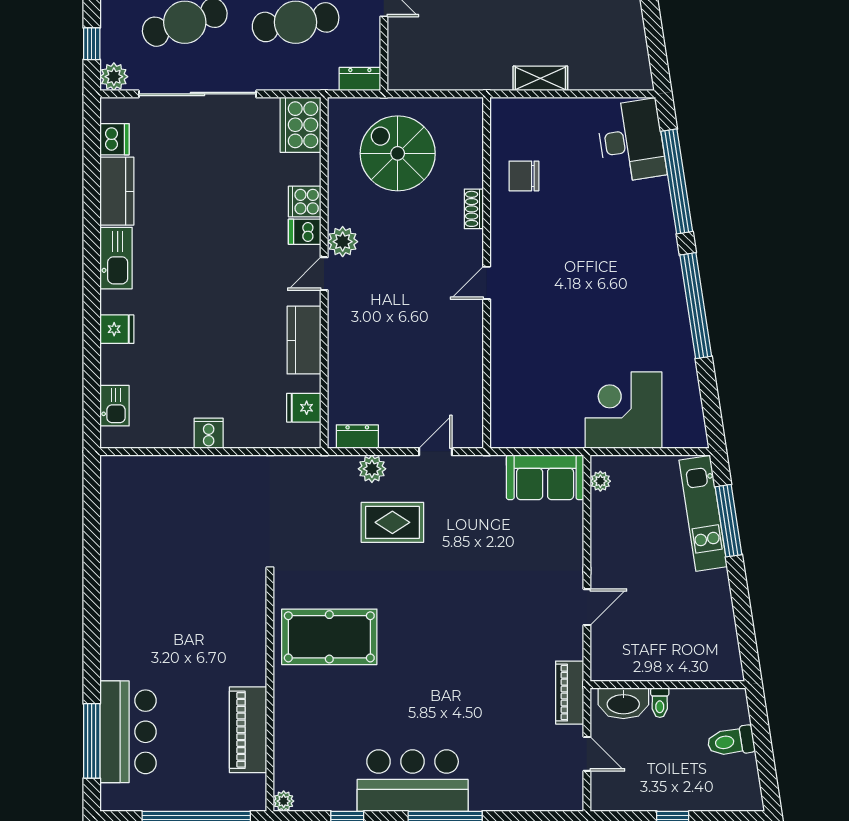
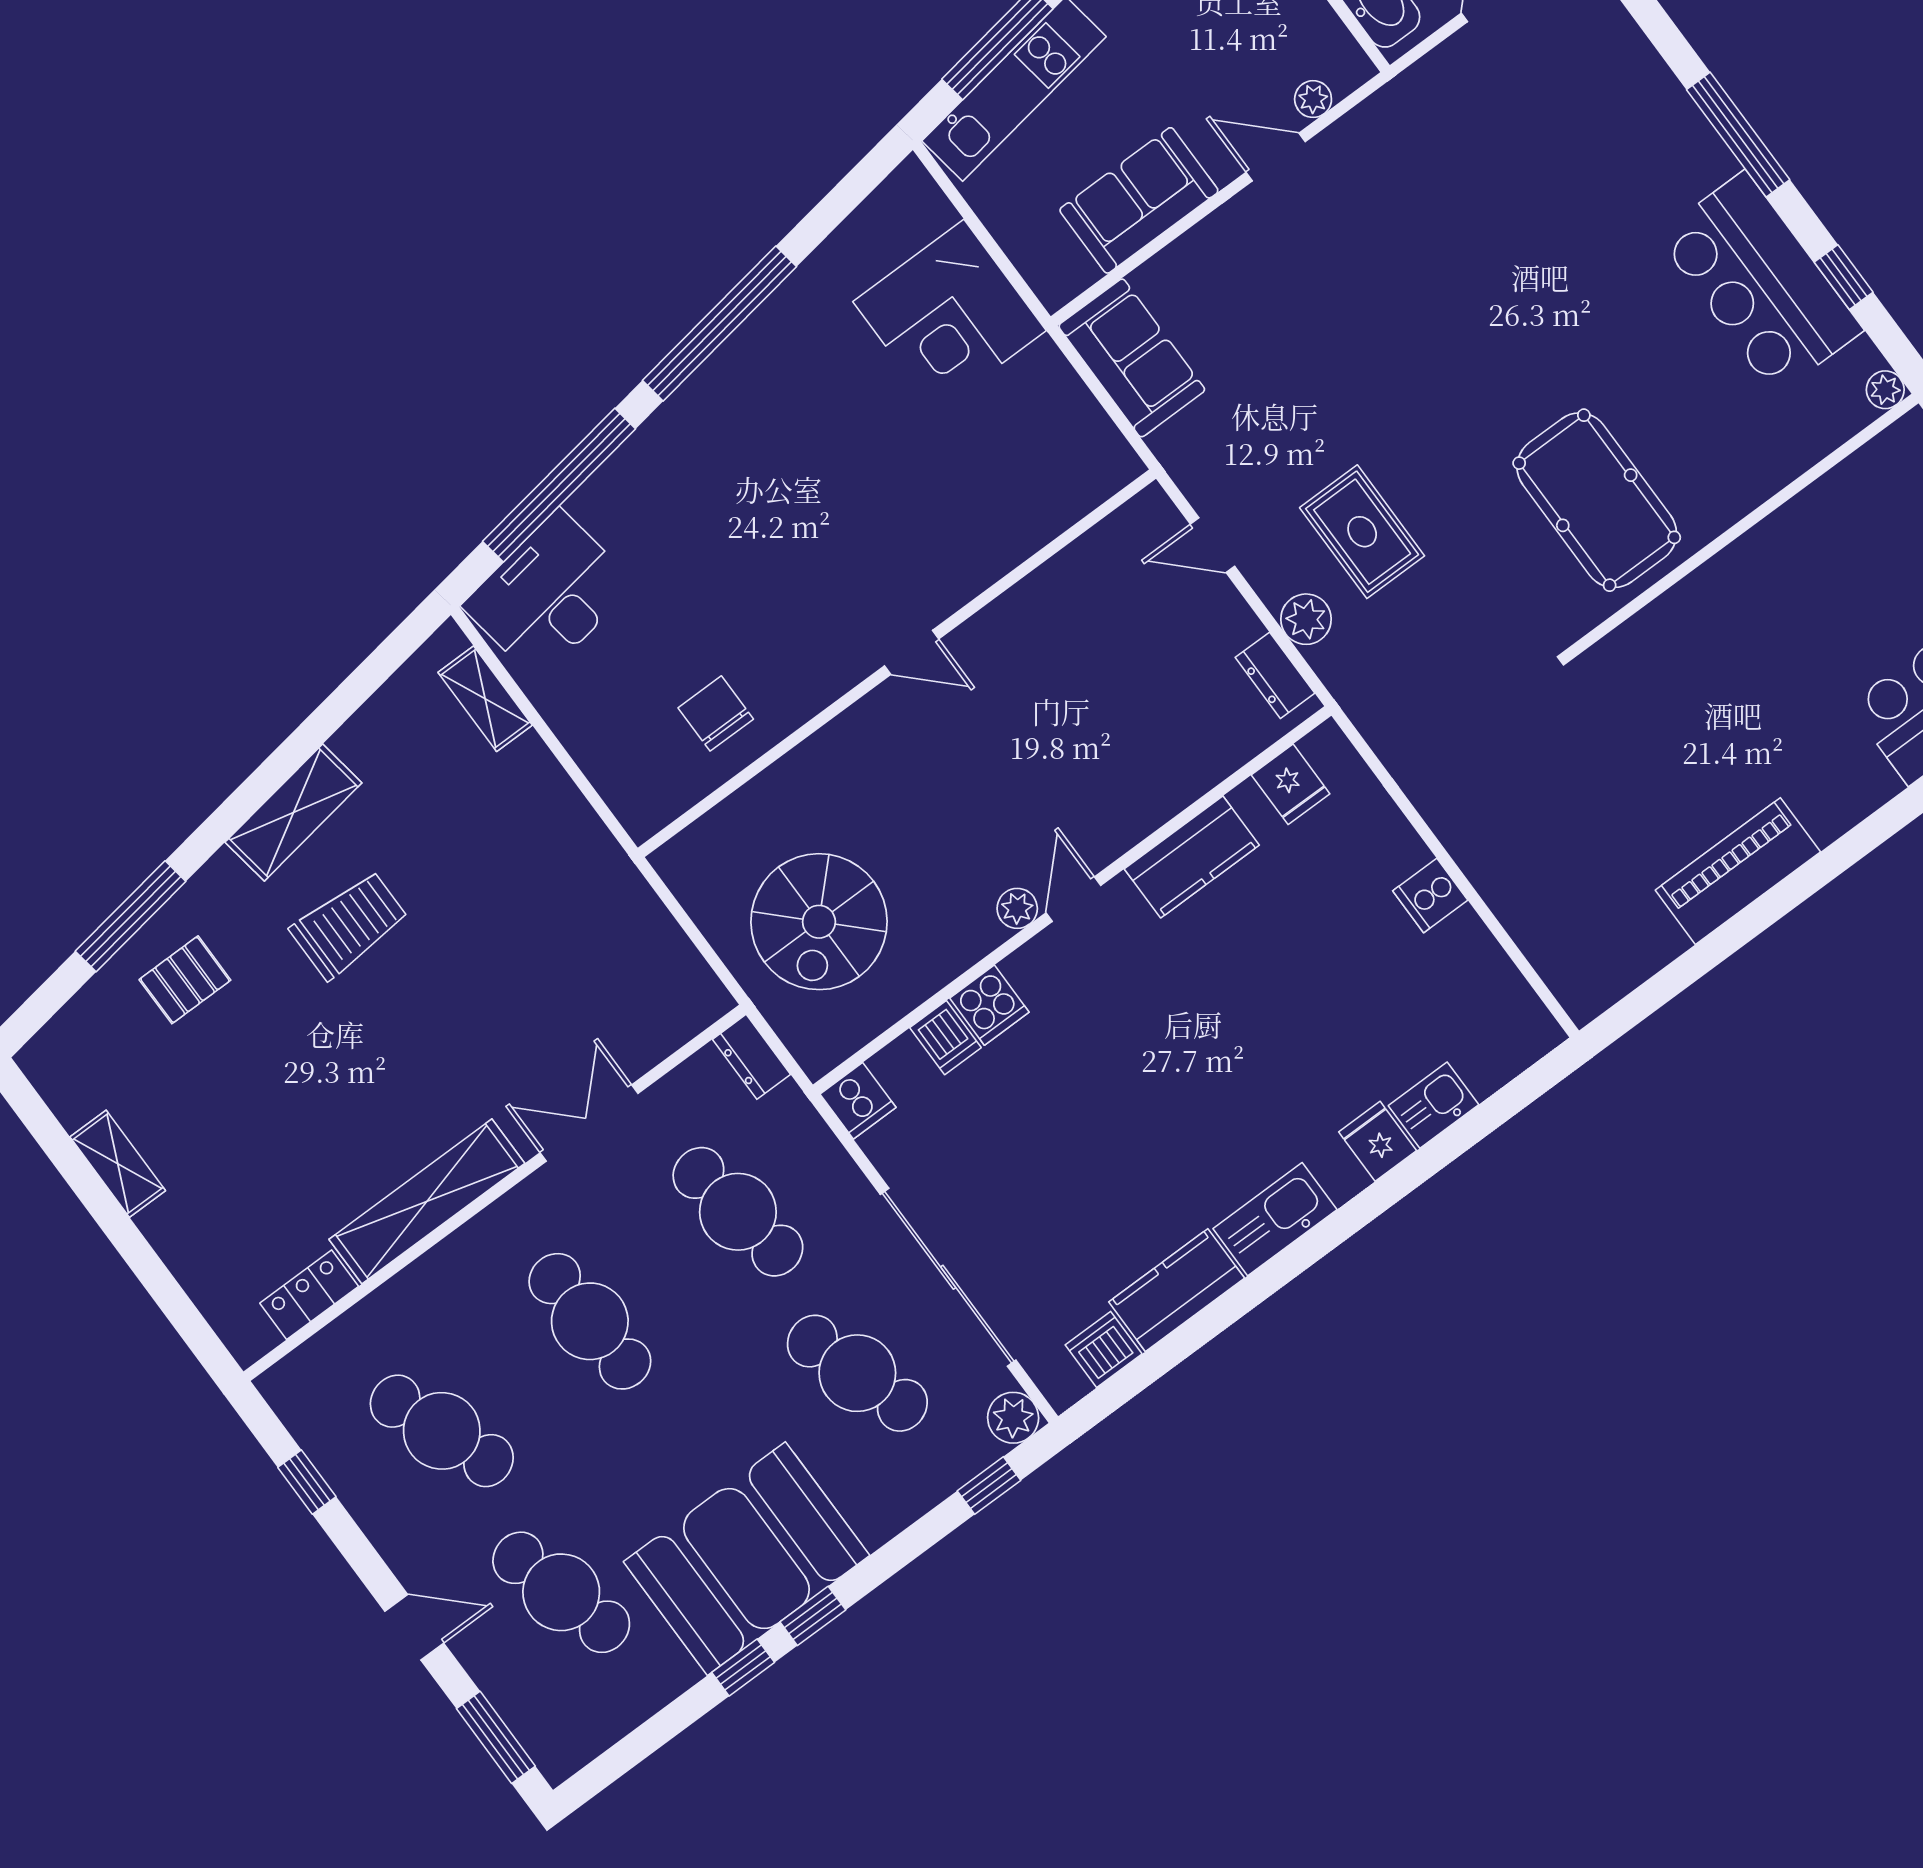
shelving: (540, 78) -> (485, 699), moved
cooker: (301, 125) -> (858, 1101), width x0.53, depth x0.76
chair: (524, 176) -> (716, 713), turned 180
shoe rack: (474, 209) -> (818, 751), removed
dishwasher: (305, 232) -> (946, 1038), moved
plant: (343, 242) -> (1017, 908), width x0.73, depth x0.73
door: (324, 274) -> (1073, 899), swing flipped
kitchen sink: (114, 406) -> (1434, 1105), moved
plant: (600, 481) -> (1313, 99), moved
sofa: (613, 532) -> (1139, 200), added
piano: (570, 693) -> (1419, 90), removed
piano: (248, 730) -> (1738, 871), moved, turned 180
bar counter: (413, 781) -> (1760, 283), moved

